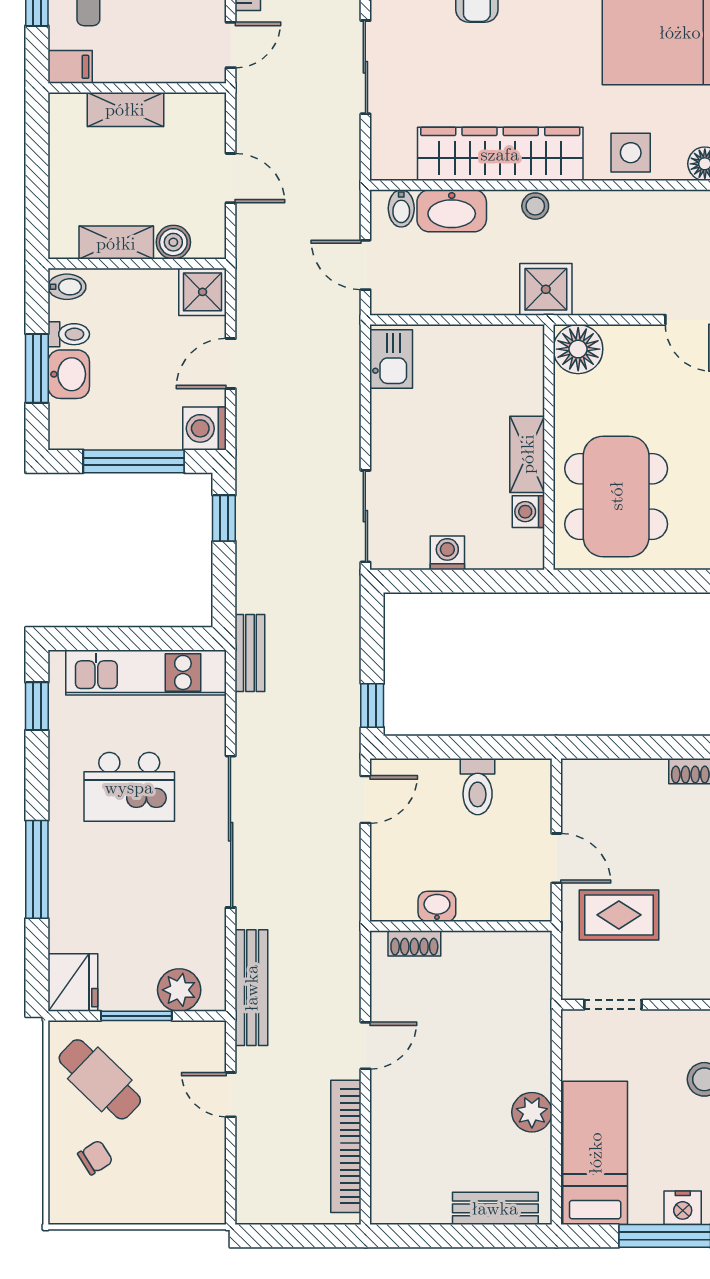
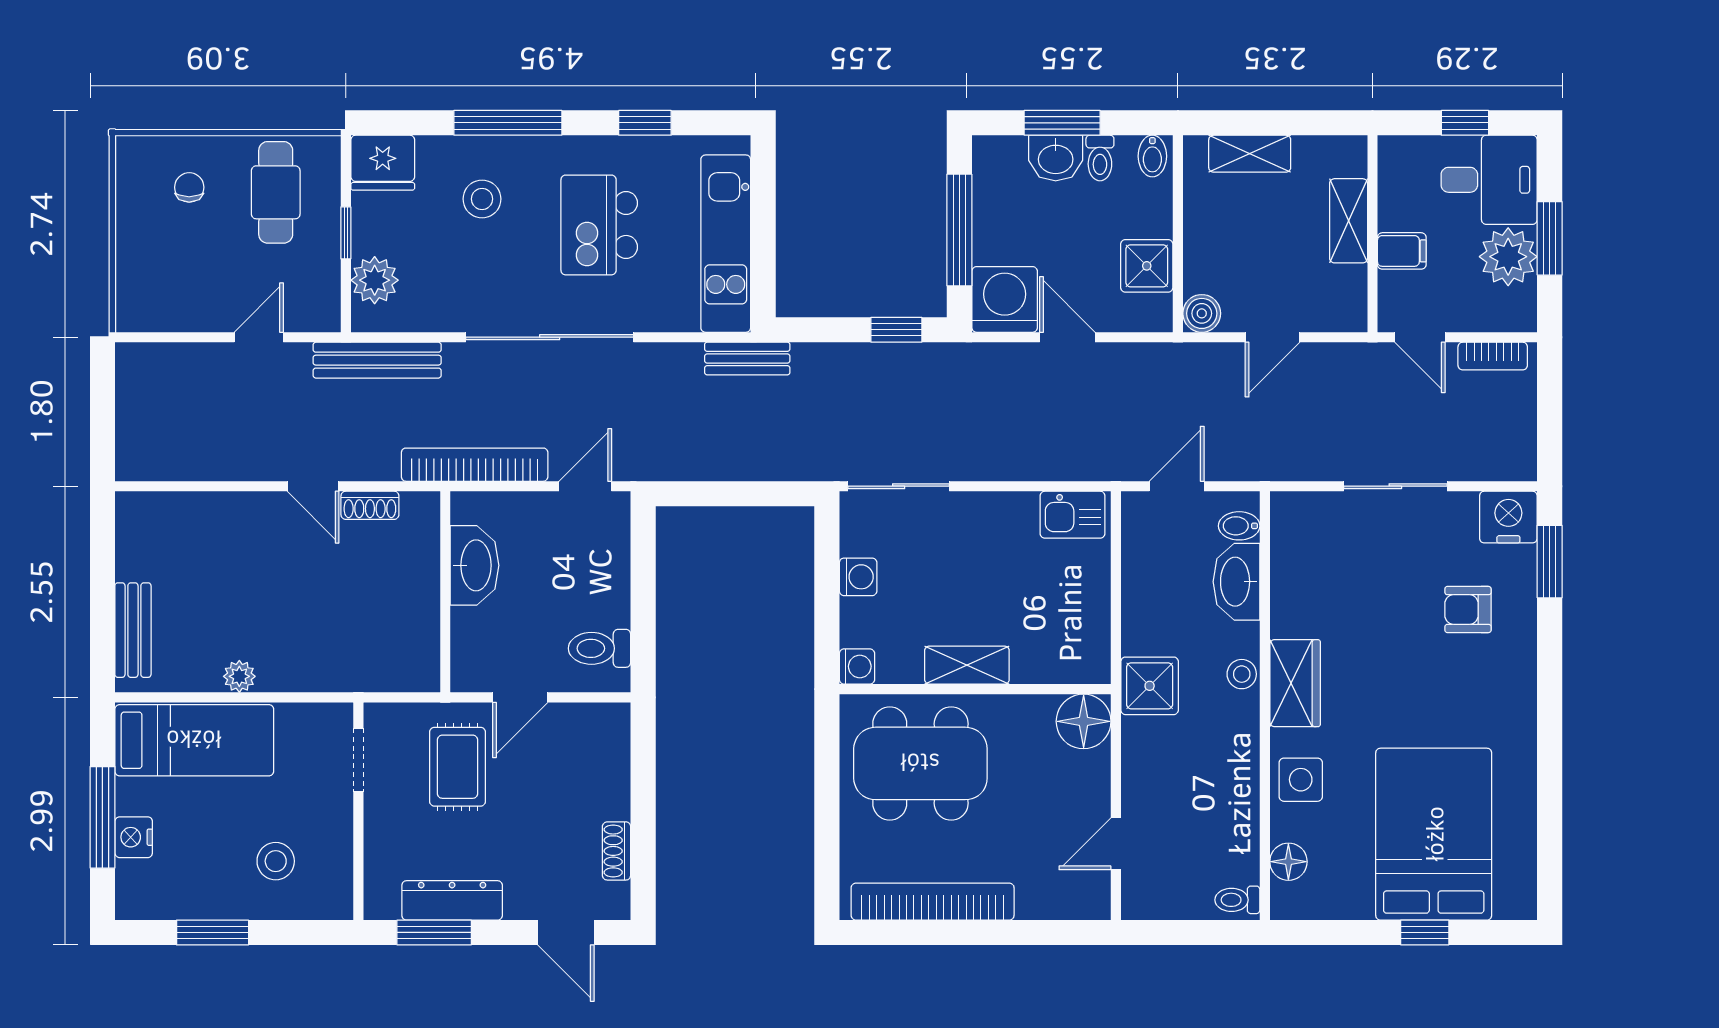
filing cabinet: (70, 67) -> (1402, 251), moved, turned -90
wardrobe: (500, 154) -> (1295, 683), width x0.48, depth x0.85
boiler: (173, 242) -> (1202, 313), moved
shelving: (116, 243) -> (1250, 154), moved, turned 90
shower: (203, 292) -> (1147, 266), moved
washing machine: (205, 428) -> (1005, 299), width x1.37, depth x1.37
washing machine: (528, 512) -> (857, 666), moved, turned 90
window: (372, 705) -> (689, 494), removed
window: (37, 706) -> (645, 123), moved
toilet: (478, 787) -> (600, 648), moved
door: (365, 800) -> (585, 486), swing flipped
stool: (106, 893) -> (482, 199), added
washbasin: (437, 906) -> (474, 565), width x1.91, depth x1.45
shoe rack: (414, 943) -> (370, 505), moved, turned -90
window: (136, 1016) -> (346, 233), width x0.67
cafe table: (100, 1079) -> (276, 192), turned -44
plant: (532, 1112) -> (239, 676), width x0.73, depth x0.73
bookcase: (346, 1146) -> (475, 465), moved
chair: (95, 1157) -> (189, 187), turned -148

